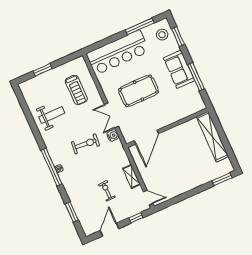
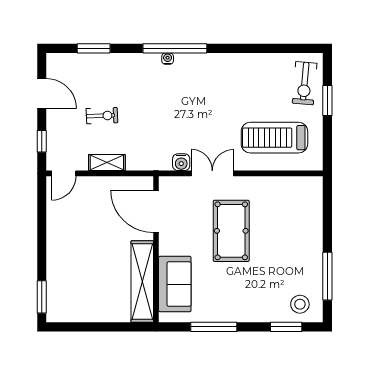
bar counter: (118, 53) -> (303, 225), removed
sofa: (179, 69) -> (175, 284), moved, turned 90
treadmill: (76, 90) -> (274, 138), width x1.37, depth x1.38
weight bench: (52, 115) -> (253, 84), removed
shelving: (212, 137) -> (142, 282), moved, turned 90
exercise bike: (85, 144) -> (305, 83), moved

